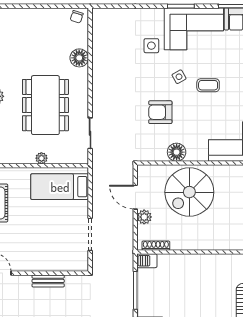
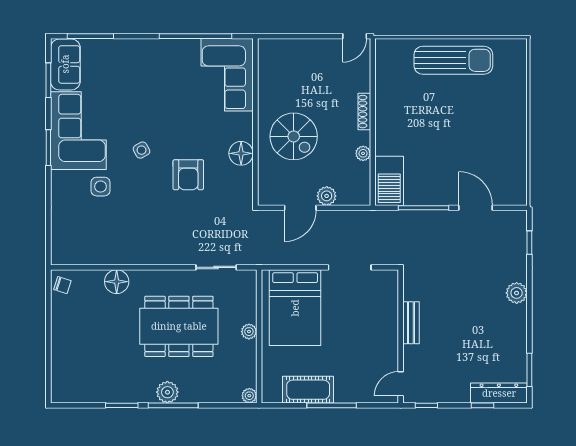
coffee table: (208, 85) -> (153, 112), removed
bed: (60, 187) -> (295, 308), width x1.50
spiral stairs: (189, 192) -> (294, 136), width x0.73, depth x0.73
plant: (177, 245) -> (363, 153), added
shoe rack: (156, 246) -> (364, 112), moved
barbecue: (147, 261) -> (389, 181), width x1.88, depth x1.53

